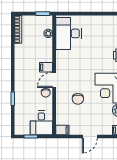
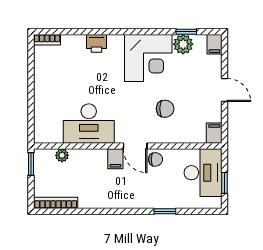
desk: (68, 33) -> (89, 124), moved
desk: (41, 123) -> (203, 173), width x1.37

